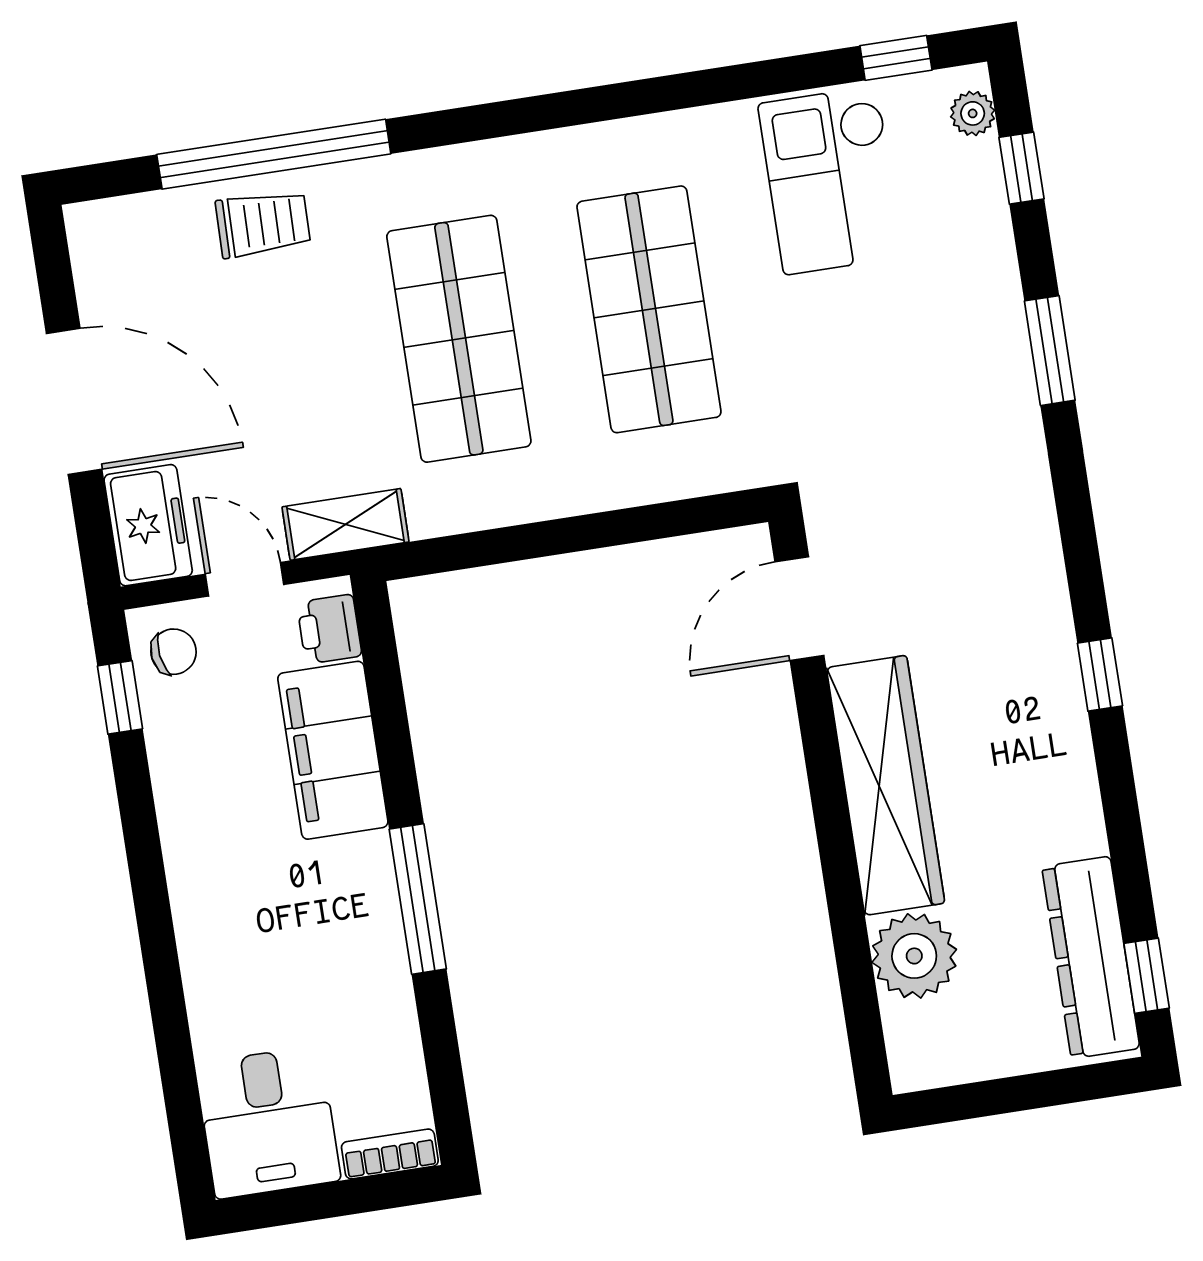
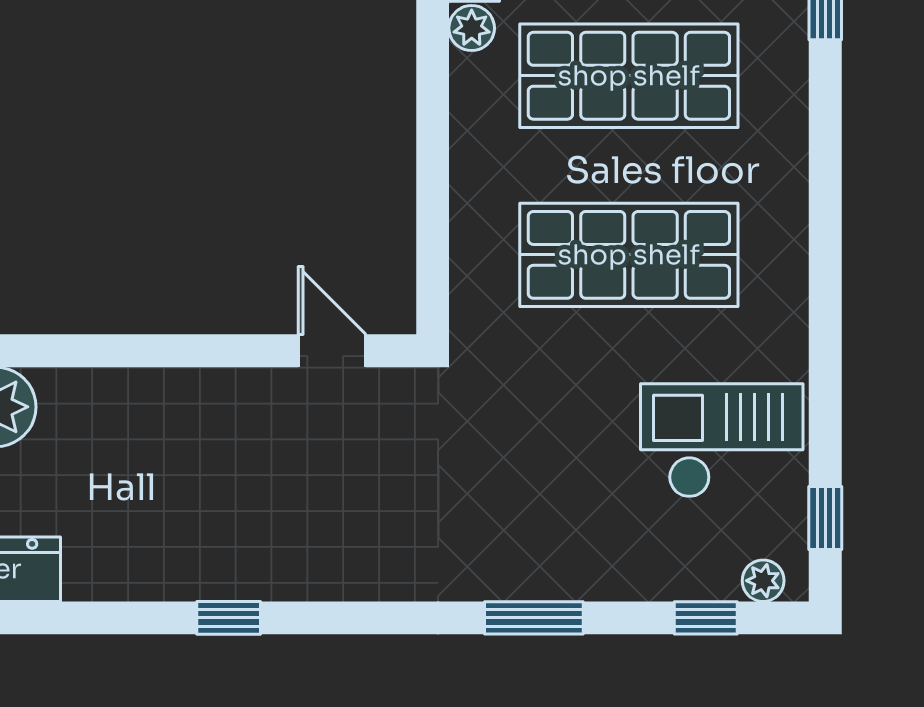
plant: (434, 513) -> (472, 28), added
door: (799, 609) -> (332, 351), width x0.73
wardrobe: (886, 785) -> (157, 405), removed

